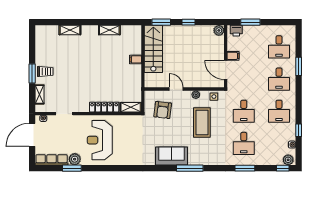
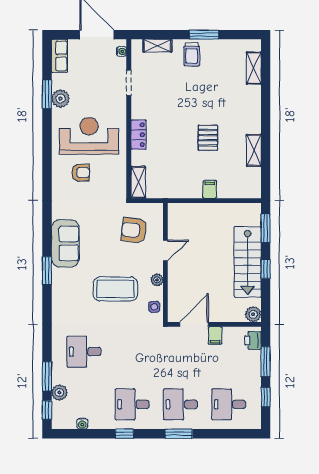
window: (274, 22) -> (266, 397), added
shelving: (70, 30) -> (254, 68), moved
stairs: (153, 49) -> (248, 262), moved, turned 90
pallet: (101, 61) -> (208, 138), added
window: (299, 66) -> (179, 434), moved
window: (32, 73) -> (204, 35), moved
locker: (104, 107) -> (139, 135), width x0.66
desk: (244, 111) -> (132, 352), removed
window: (299, 130) -> (124, 434), moved
armchair: (124, 146) -> (81, 173), added
row of seats: (52, 160) -> (59, 56), width x0.68
plant: (288, 160) -> (59, 393), moved
window: (190, 168) -> (47, 271), width x0.69
window: (245, 168) -> (47, 376), moved

